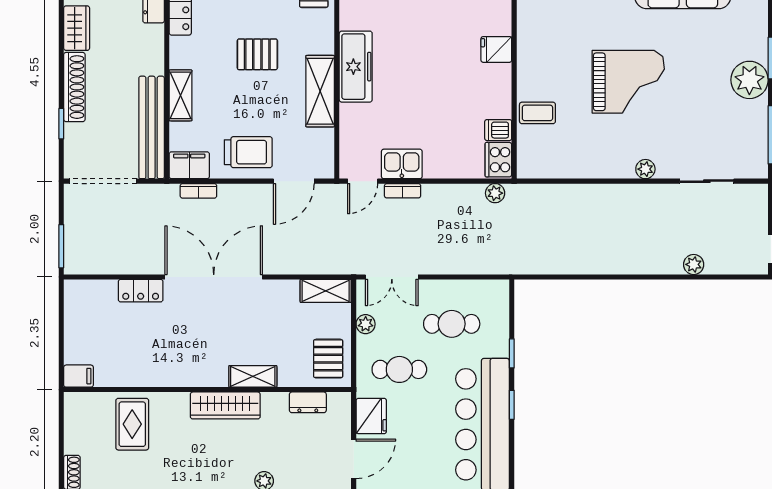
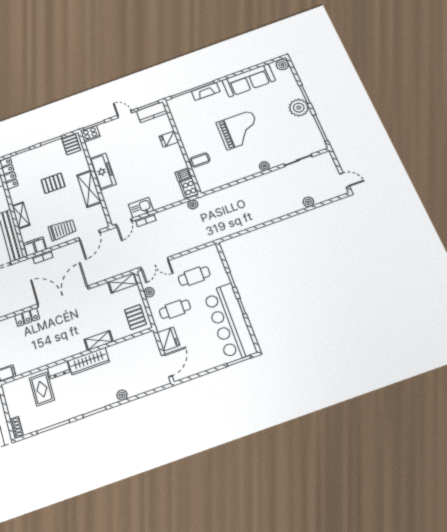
dresser: (308, 402) -> (59, 370), moved

